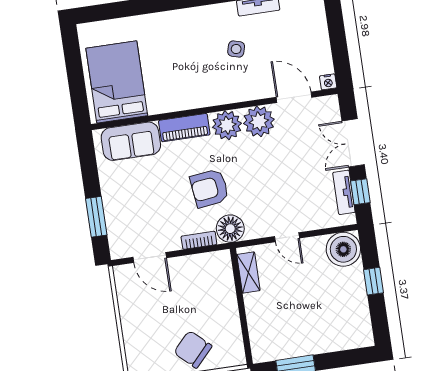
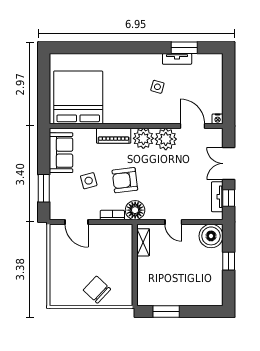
bed: (117, 82) -> (78, 97), width x1.36
sofa: (131, 141) -> (61, 153), moved, turned -90
side table: (158, 197) -> (89, 181), added

